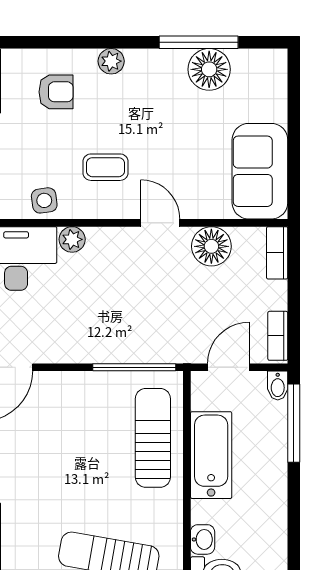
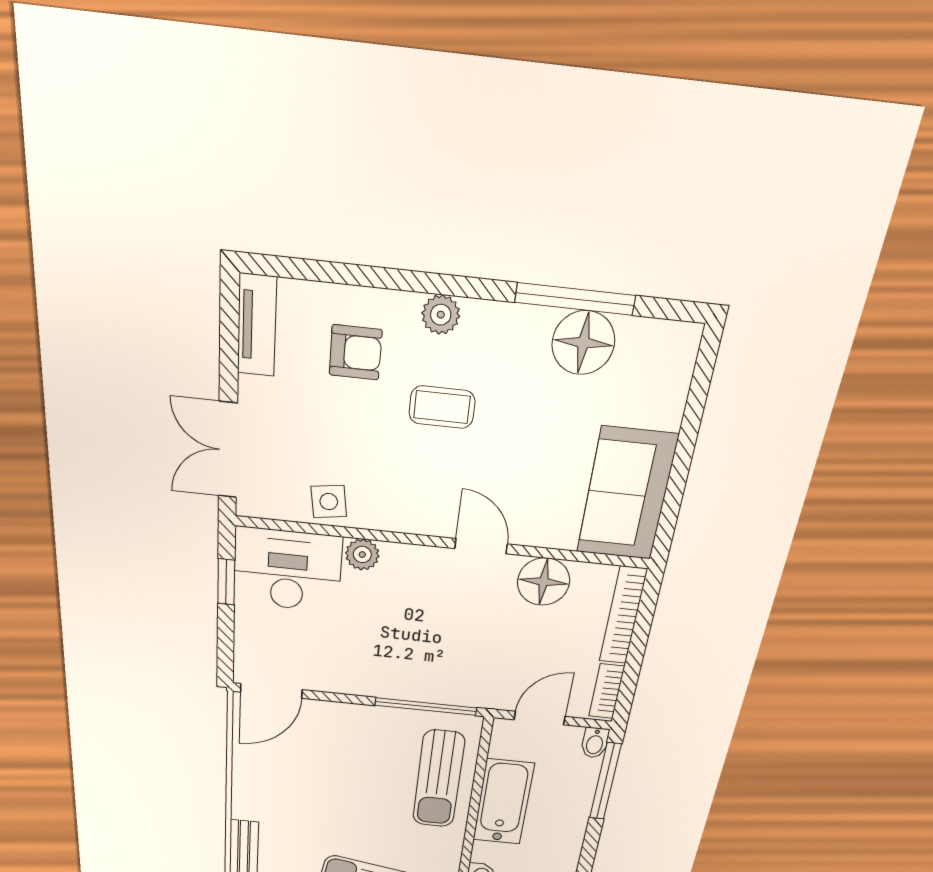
coffee table: (106, 167) -> (442, 407), moved
bookcase: (277, 253) -> (623, 616), width x1.56
sun lounger: (153, 438) -> (439, 779), turned 180

